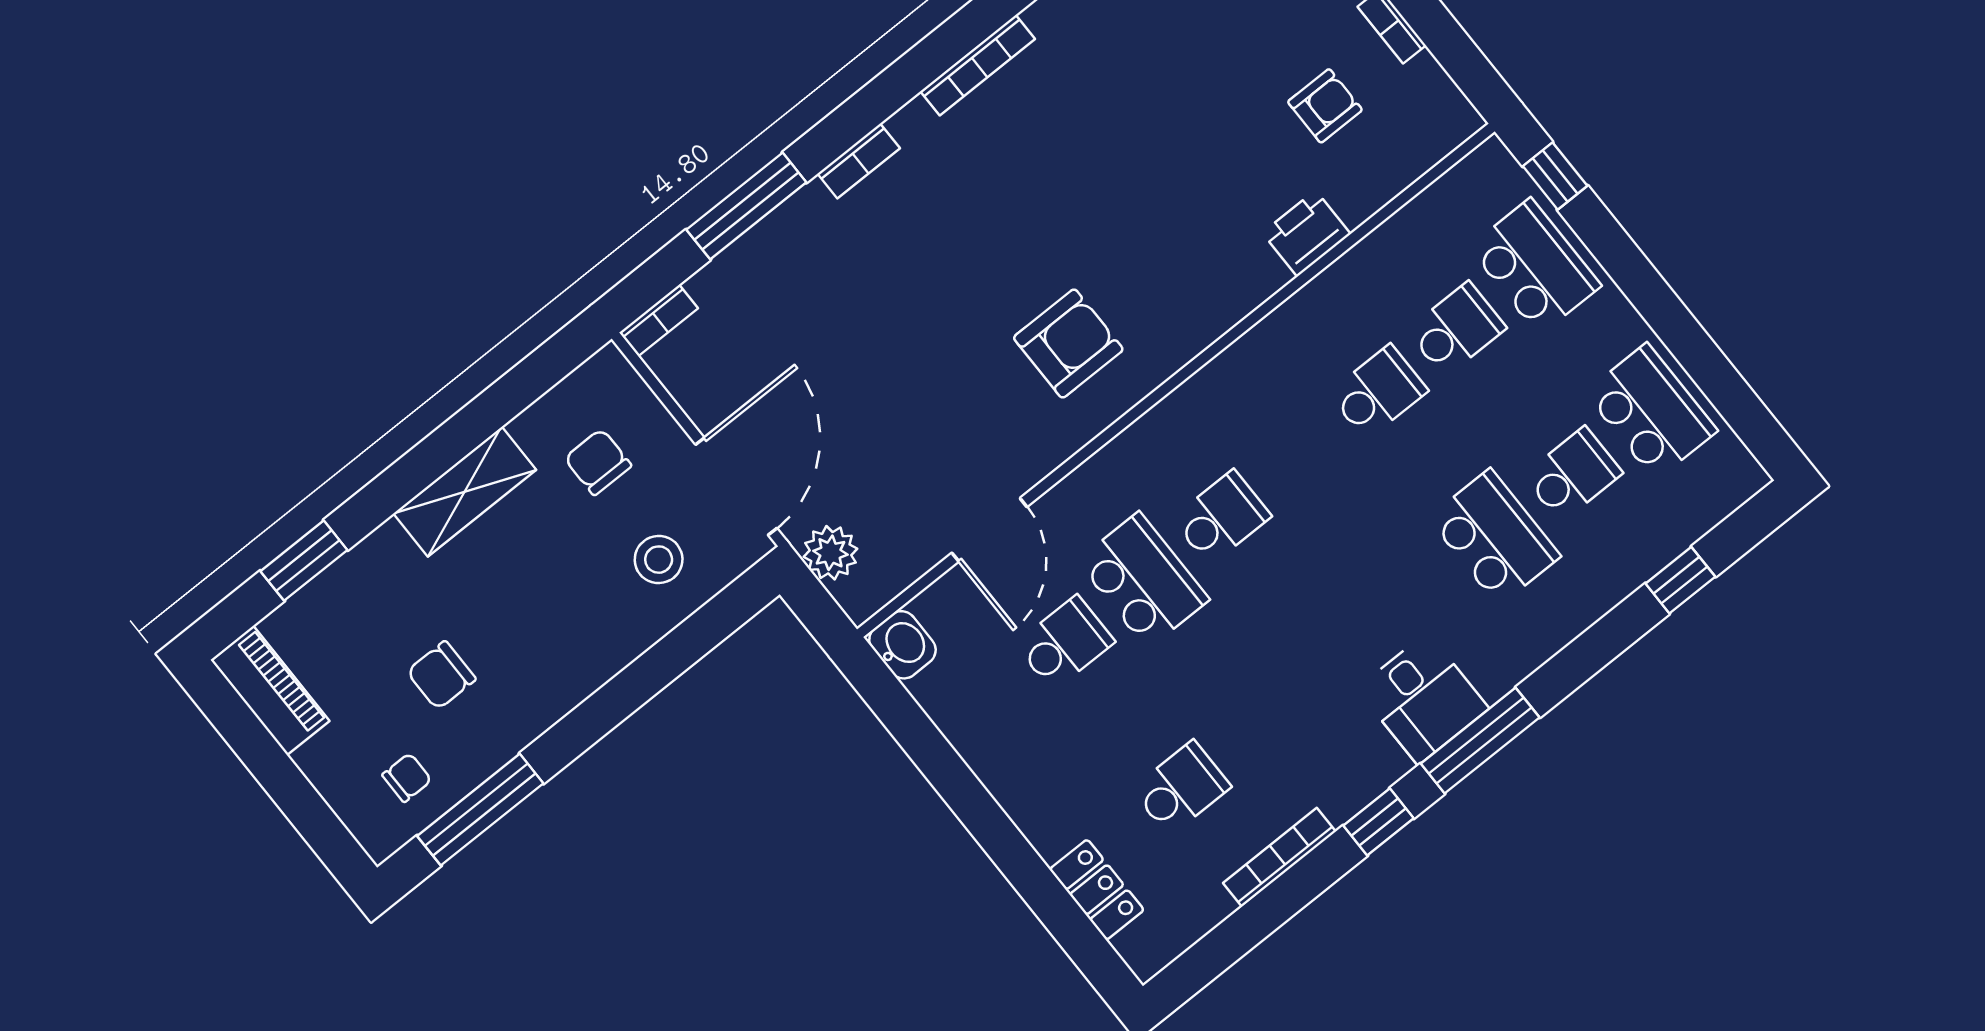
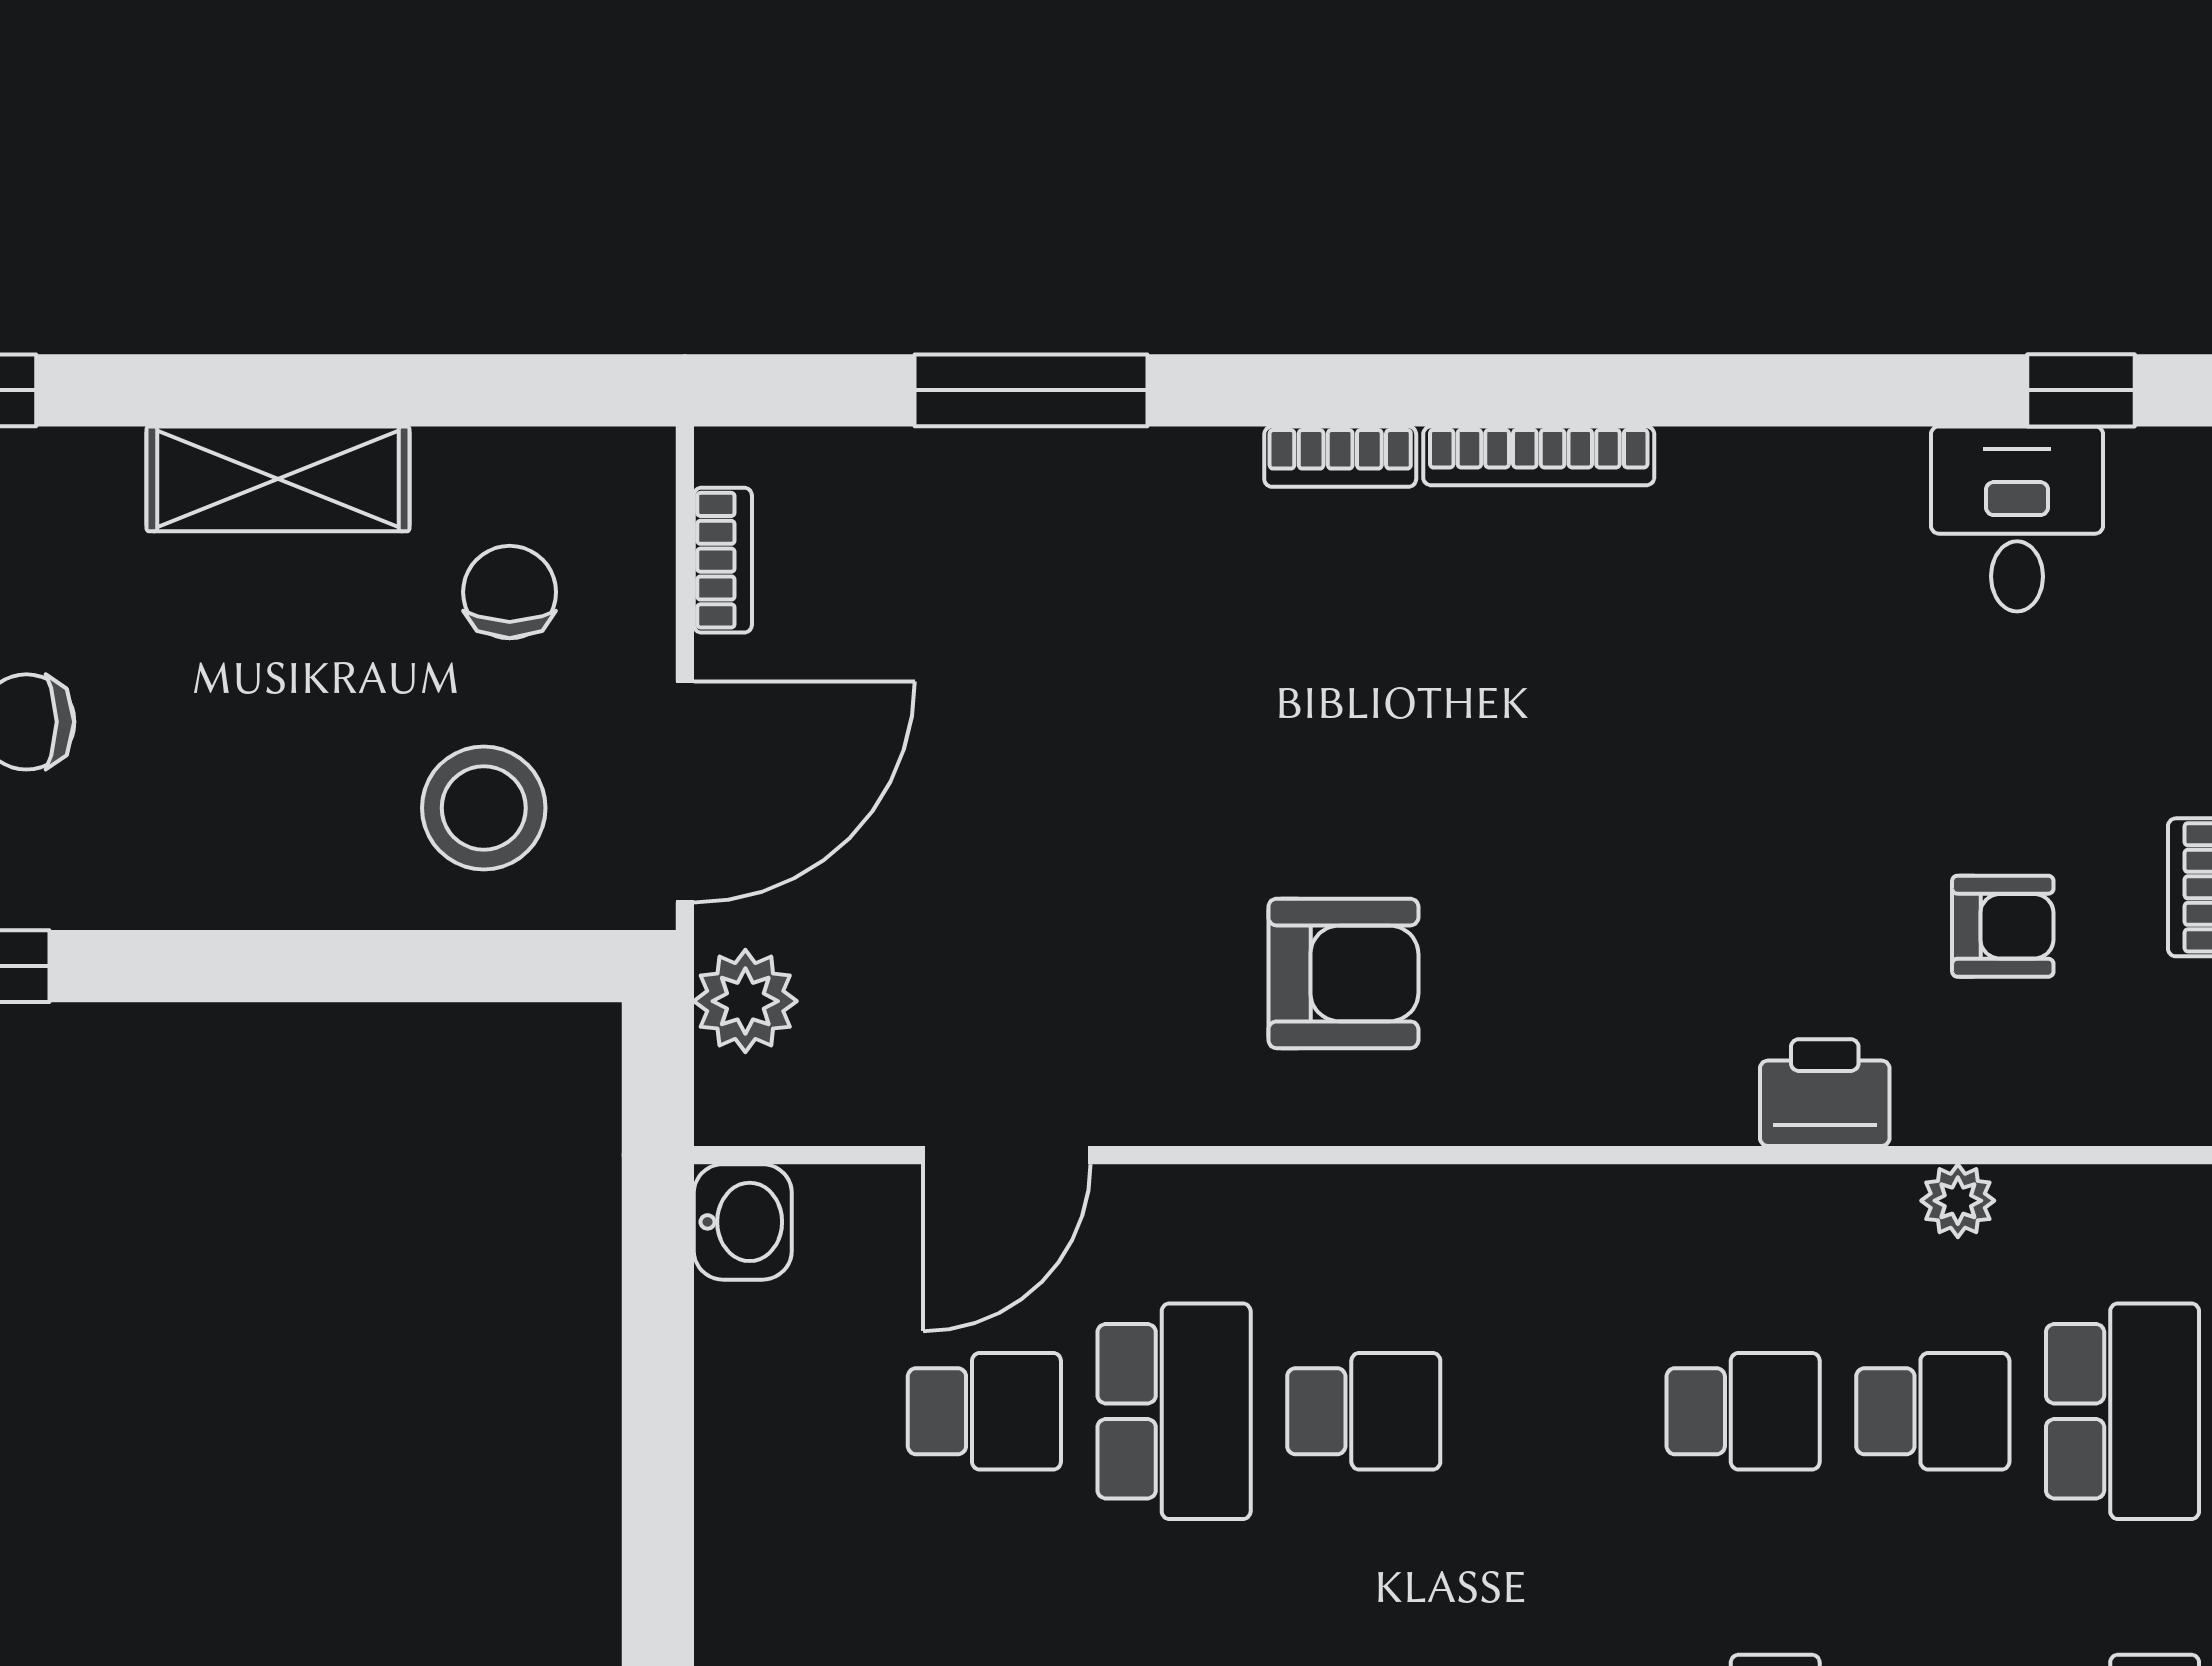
bookcase: (859, 161) -> (1340, 457), moved
plant: (1397, 234) -> (1958, 1201), added
bookcase: (659, 320) -> (723, 560), moved, turned -90
stool: (659, 560) -> (484, 808), width x1.38, depth x1.38

